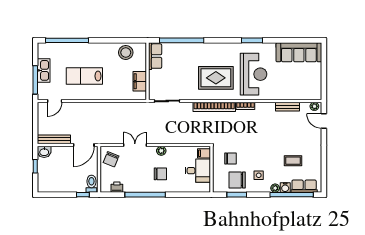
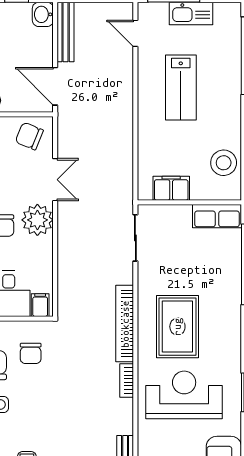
reception desk: (253, 74) -> (184, 395), turned 180
lab bench: (84, 76) -> (181, 87), turned 180
plant: (161, 151) -> (37, 220), width x1.87, depth x1.87

